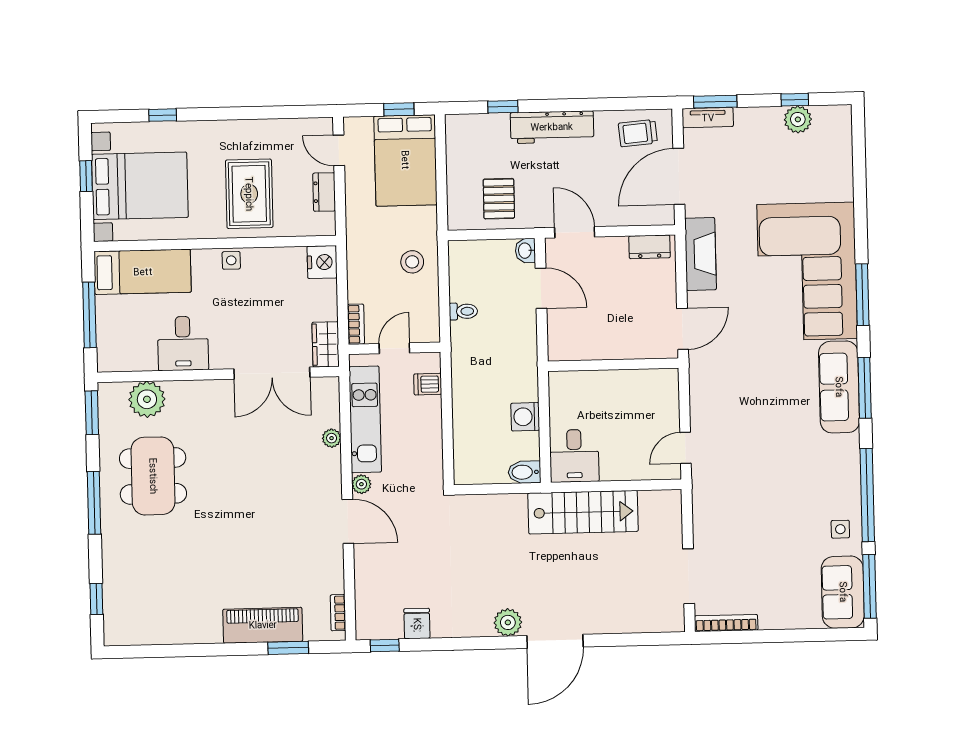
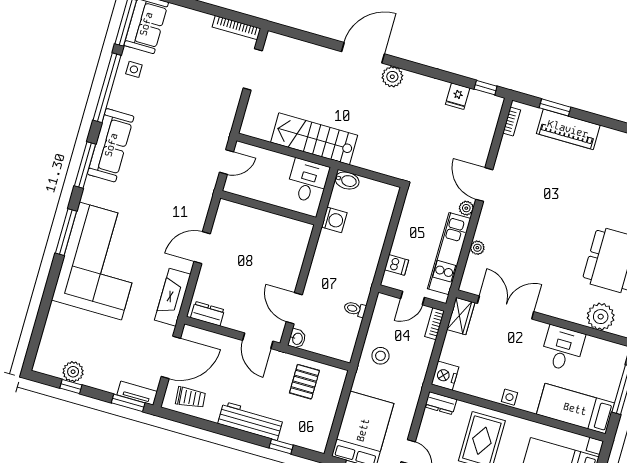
dresser: (324, 192) -> (441, 403), moved, turned 90
wall: (613, 365) -> (268, 208), moved
sofa: (839, 387) -> (111, 145), moved

